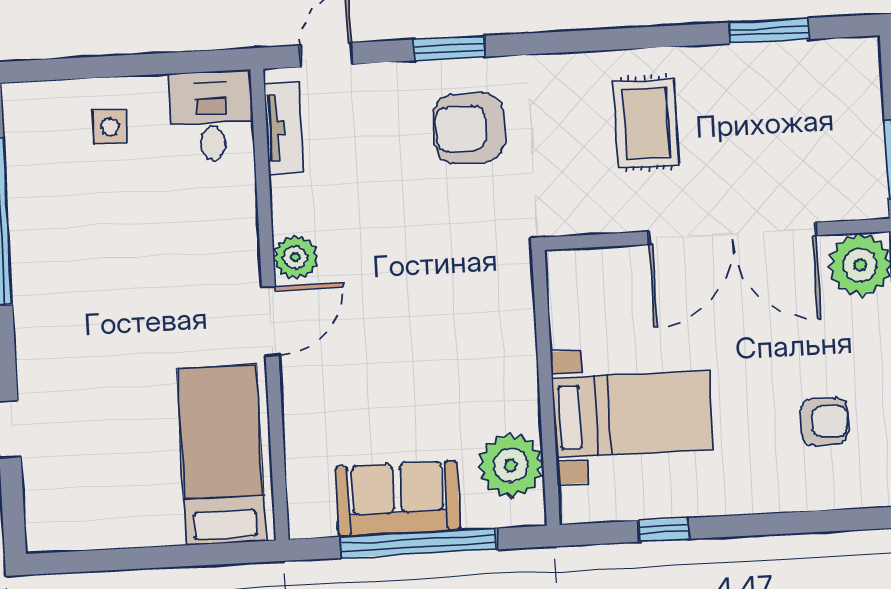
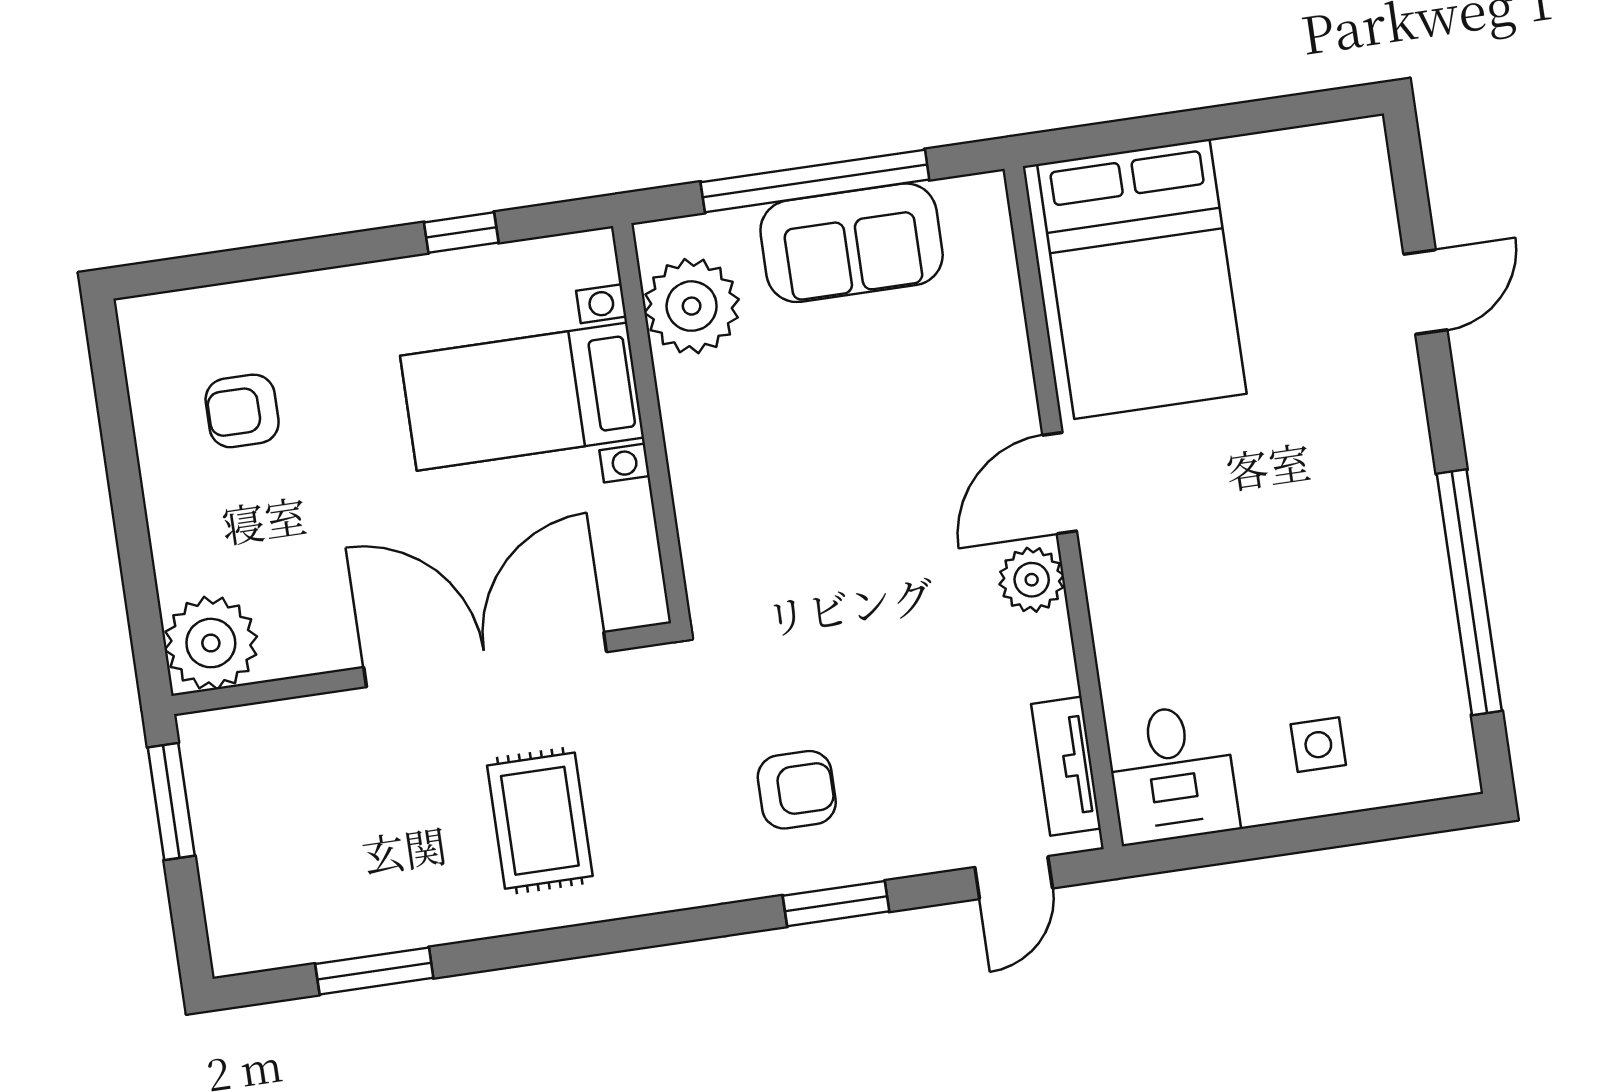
armchair: (469, 128) -> (797, 790), width x0.72, depth x0.72
double door: (732, 233) -> (485, 660), moved
bed: (221, 455) -> (1142, 279), width x1.50

